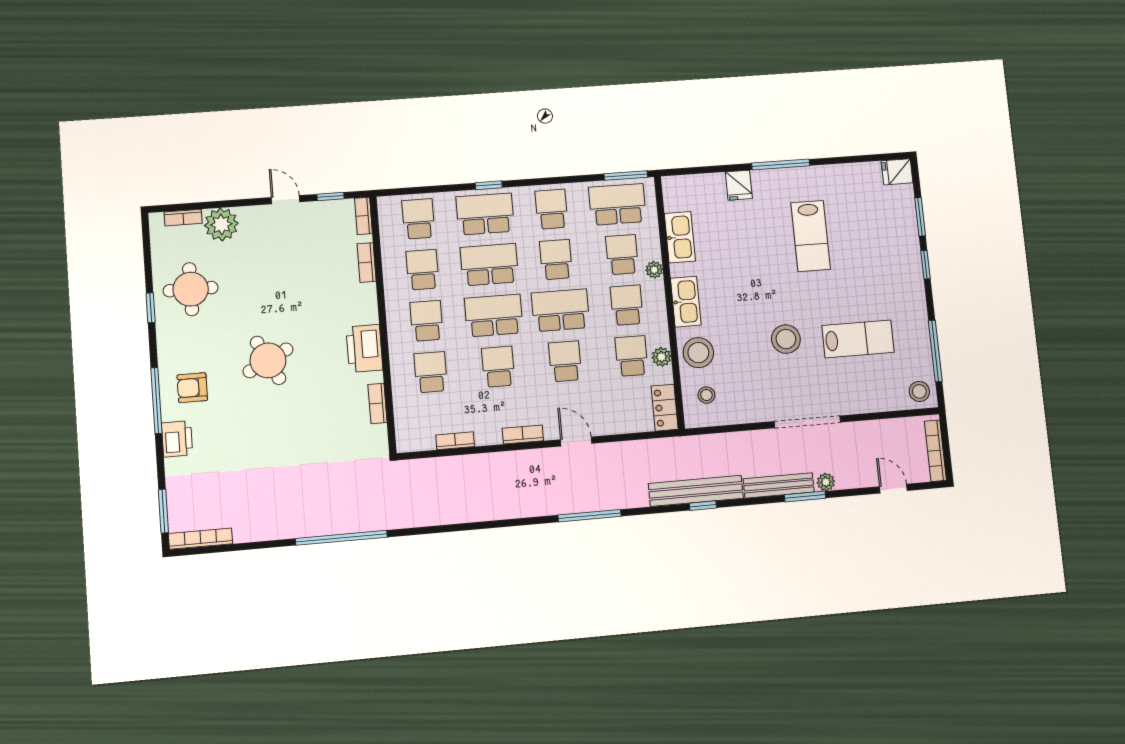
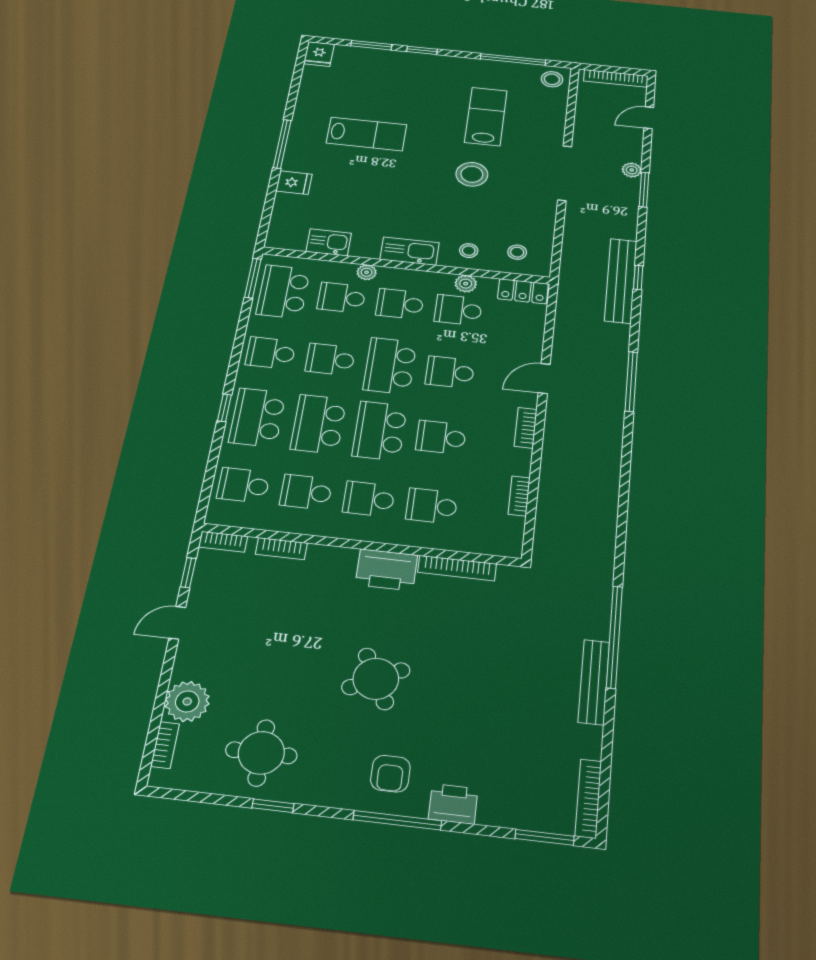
kitchen sink: (680, 237) -> (329, 242), width x0.73
stool: (698, 353) -> (469, 251), width x0.53, depth x0.53
bookcase: (377, 403) -> (457, 568), width x1.56
bench: (779, 485) -> (594, 682), moved

